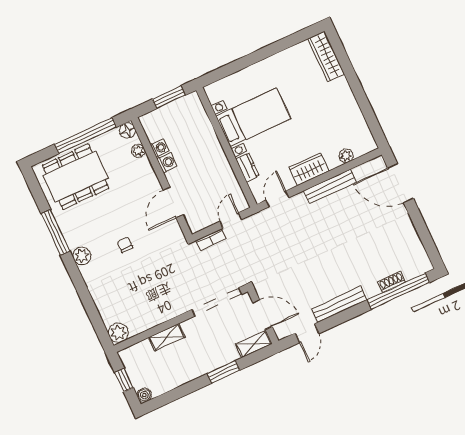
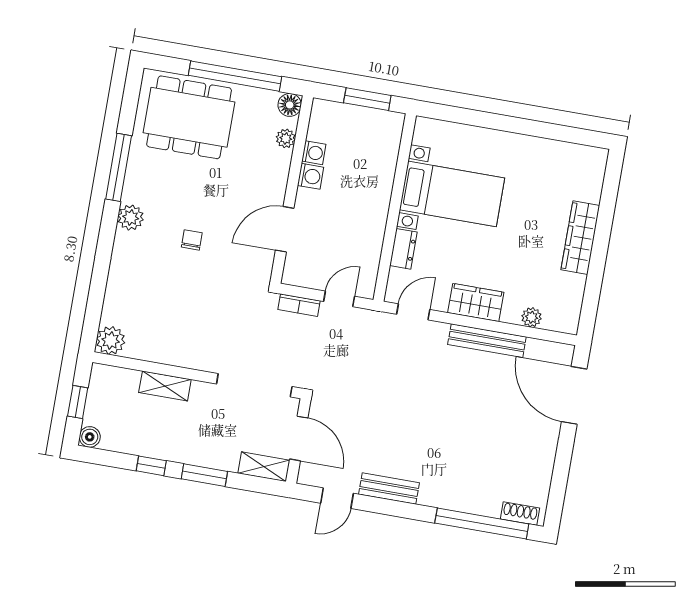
wardrobe: (326, 56) -> (580, 238), moved
shoe rack: (392, 282) -> (520, 514), moved
bench: (339, 305) -> (389, 488), width x0.73
window: (190, 387) -> (151, 466), added

